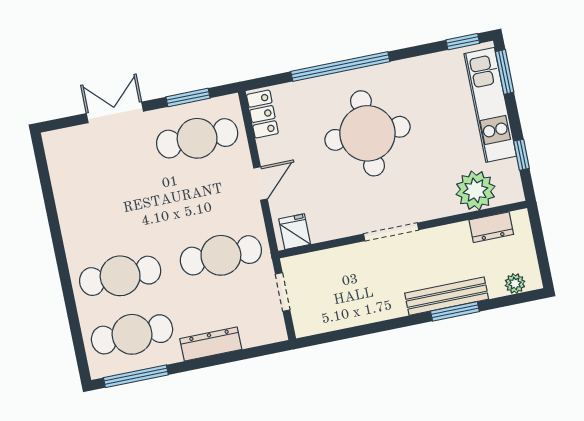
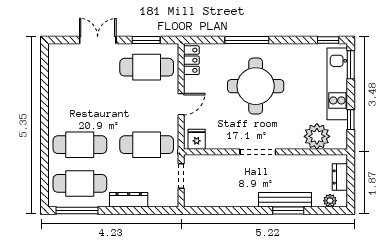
window: (340, 67) -> (247, 40), width x0.68
dresser: (491, 227) -> (340, 177), moved, turned 90

